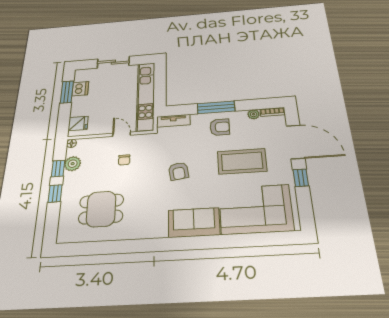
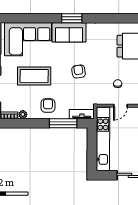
window: (216, 107) -> (63, 123), moved
armchair: (220, 127) -> (48, 106), turned 90
door: (122, 134) -> (120, 106), hinge flipped
window: (190, 243) -> (72, 18), added

